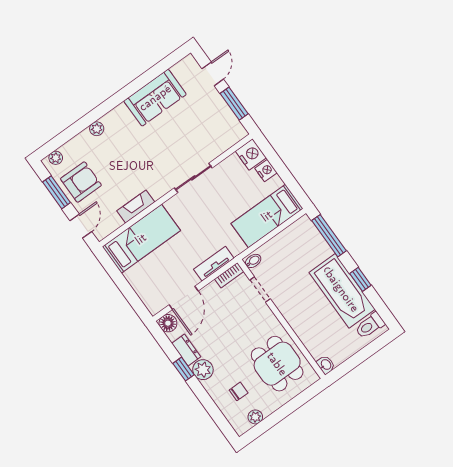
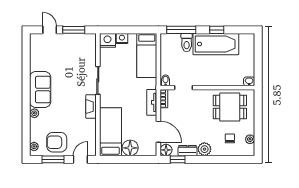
sofa: (155, 98) -> (40, 90), moved
armchair: (81, 182) -> (57, 142), turned -90
fireplace: (136, 206) -> (91, 107), moved
door: (81, 226) -> (80, 159), hinge flipped
floor lamp: (139, 277) -> (130, 148), added
toilet: (370, 325) -> (187, 43), moved
window: (184, 369) -> (178, 159), moved

